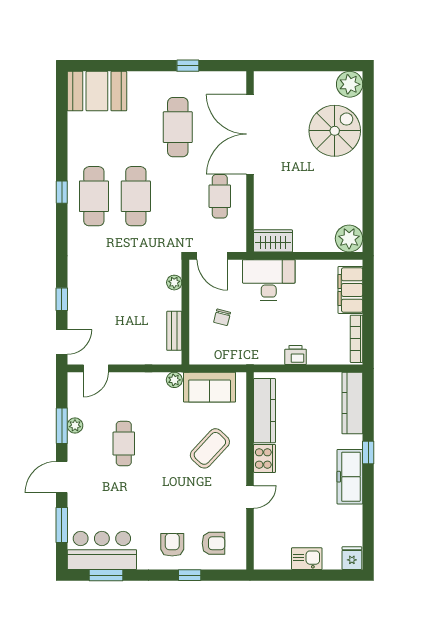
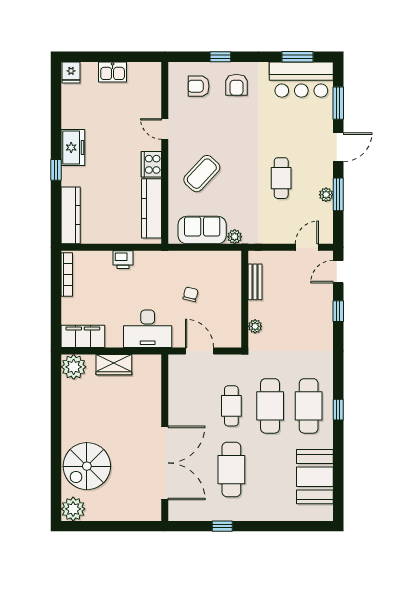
booth: (97, 91) -> (315, 477), moved, turned 90
cafe table: (220, 196) -> (231, 406), moved
wardrobe: (273, 241) -> (114, 365), moved
plant: (174, 283) -> (255, 326), moved
filing cabinet: (350, 290) -> (83, 336), moved, turned -90
wall: (185, 312) -> (245, 299), moved
bench: (174, 331) -> (255, 282), moved
freezer: (350, 477) -> (73, 147), width x0.71
door: (250, 497) -> (165, 129), hinge flipped

